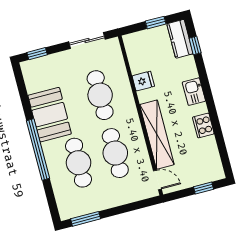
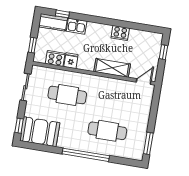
window: (156, 23) -> (32, 45), moved
cooker: (137, 61) -> (55, 59), added
kitchen sink: (194, 92) -> (77, 26), moved
booth: (50, 115) -> (40, 132), moved
shelving: (157, 135) -> (112, 68), width x0.68
cafe table: (115, 153) -> (112, 102), removed

